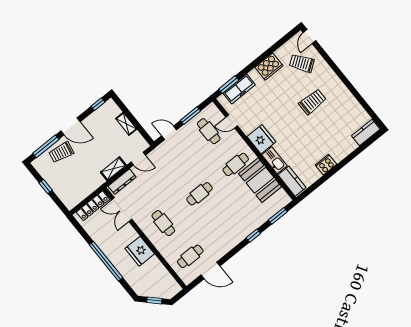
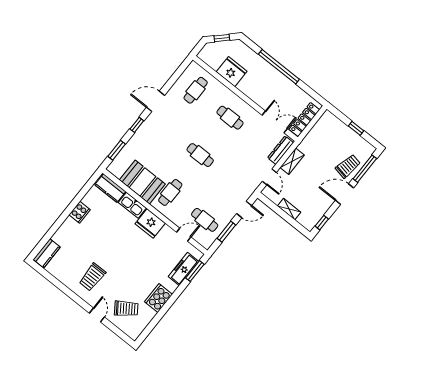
door: (310, 37) -> (97, 315), moved
trolley: (312, 102) -> (92, 277), moved
door: (138, 159) -> (269, 177), swing flipped
cafe table: (199, 194) -> (200, 155), turned 90
fridge: (140, 251) -> (232, 72), moved
door: (210, 271) -> (156, 101), moved

